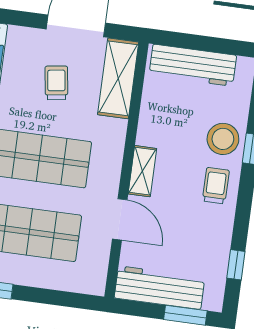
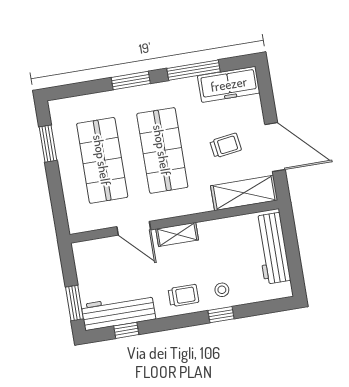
stool: (223, 139) -> (222, 290), width x0.53, depth x0.53
door: (120, 219) -> (134, 228), hinge flipped
workbench: (159, 288) -> (118, 312), moved, turned -90

